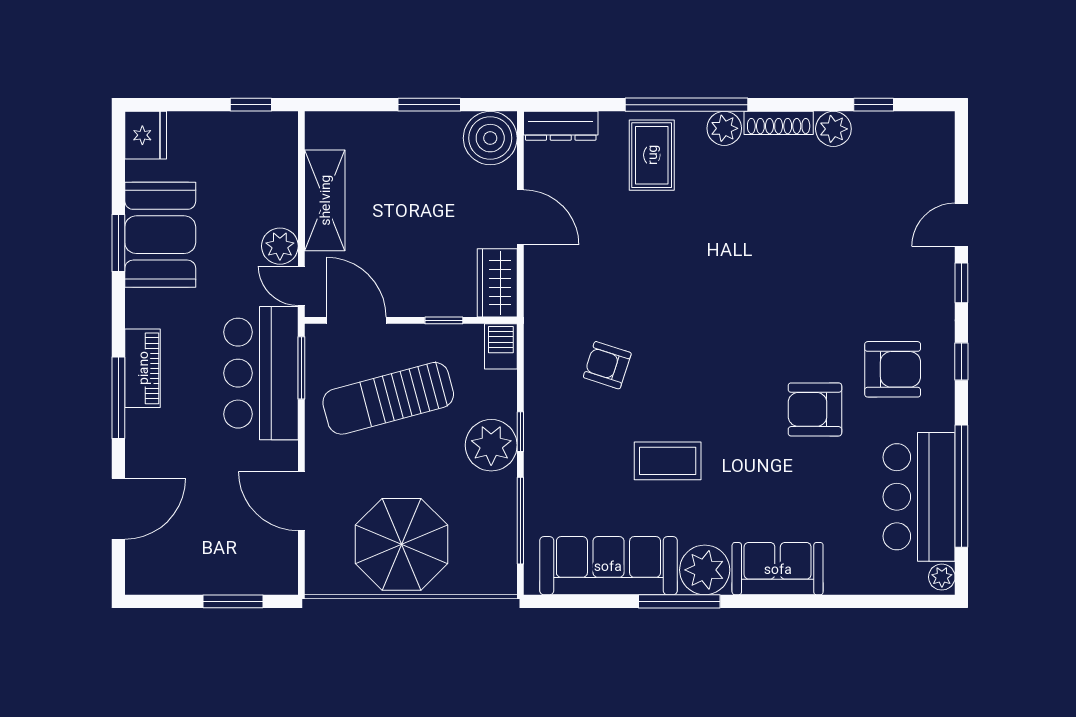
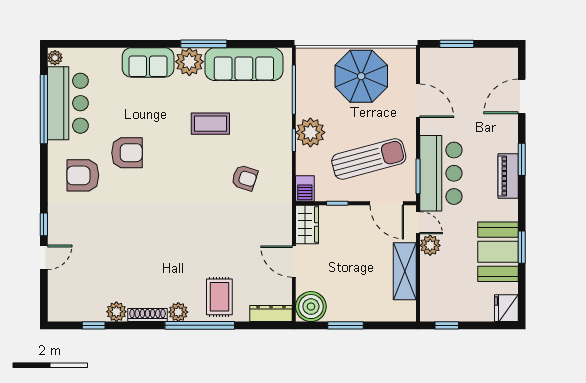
window: (961, 361) -> (44, 180), removed
window: (118, 398) -> (522, 159), width x0.69

